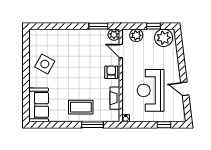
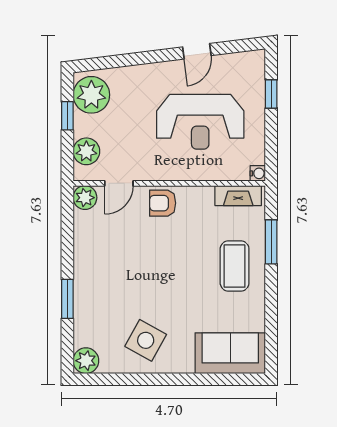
window: (98, 26) -> (67, 299), moved
plant: (35, 35) -> (86, 361), added
fireplace: (115, 98) -> (238, 196), moved

